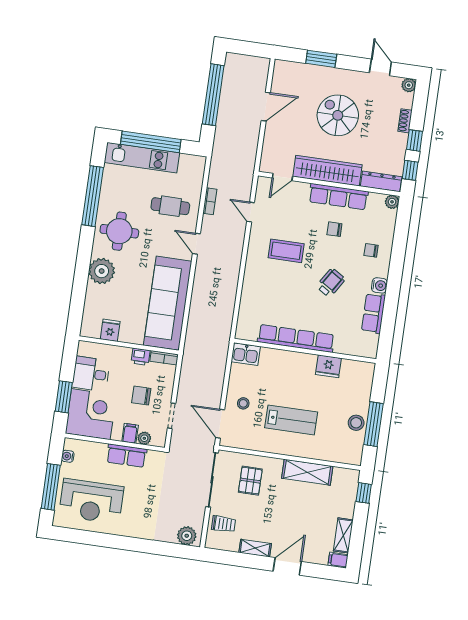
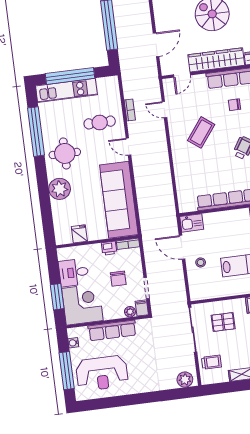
door: (266, 107) -> (156, 45), moved
coffee table: (286, 251) -> (201, 132), turned -53
chair: (141, 396) -> (118, 279), turned -90
door: (220, 424) -> (182, 247), moved
filing cabinet: (130, 433) -> (142, 308), moved
row of seats: (127, 456) -> (112, 330), width x1.48
pallet: (250, 481) -> (223, 322), turned 90

